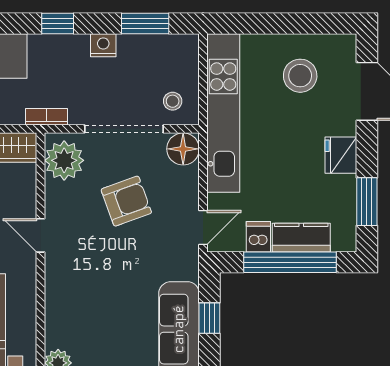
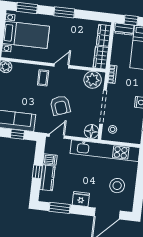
armchair: (126, 201) -> (60, 105), moved
door: (203, 227) -> (57, 136), swing flipped
window: (290, 262) -> (37, 172), width x0.32
coffee table: (73, 275) -> (43, 78), added

